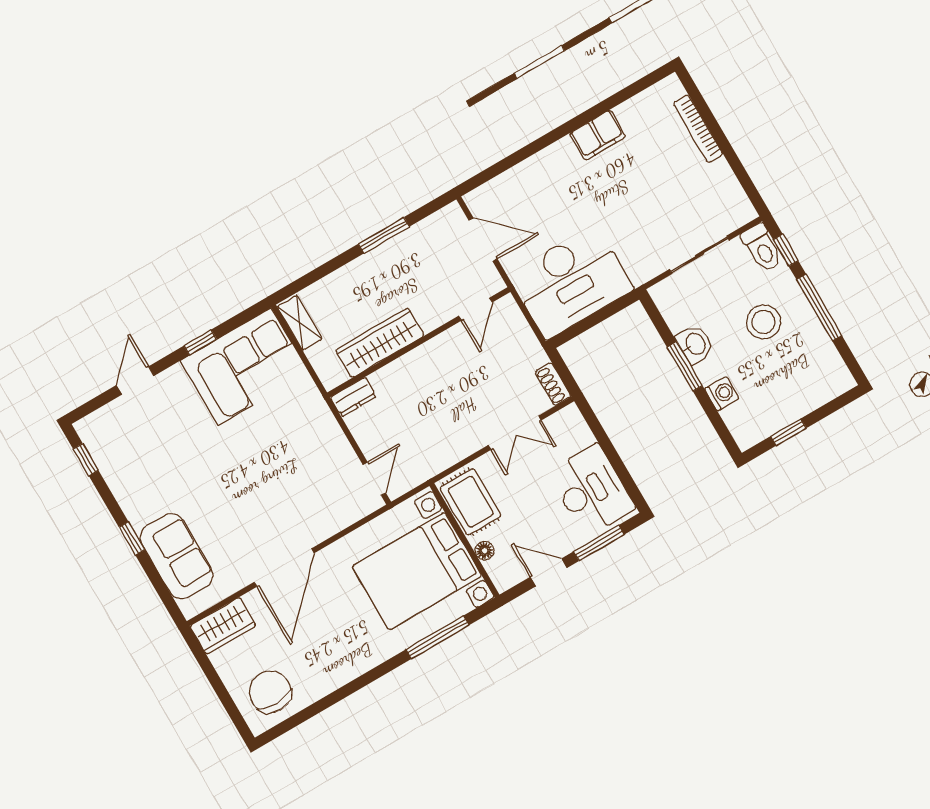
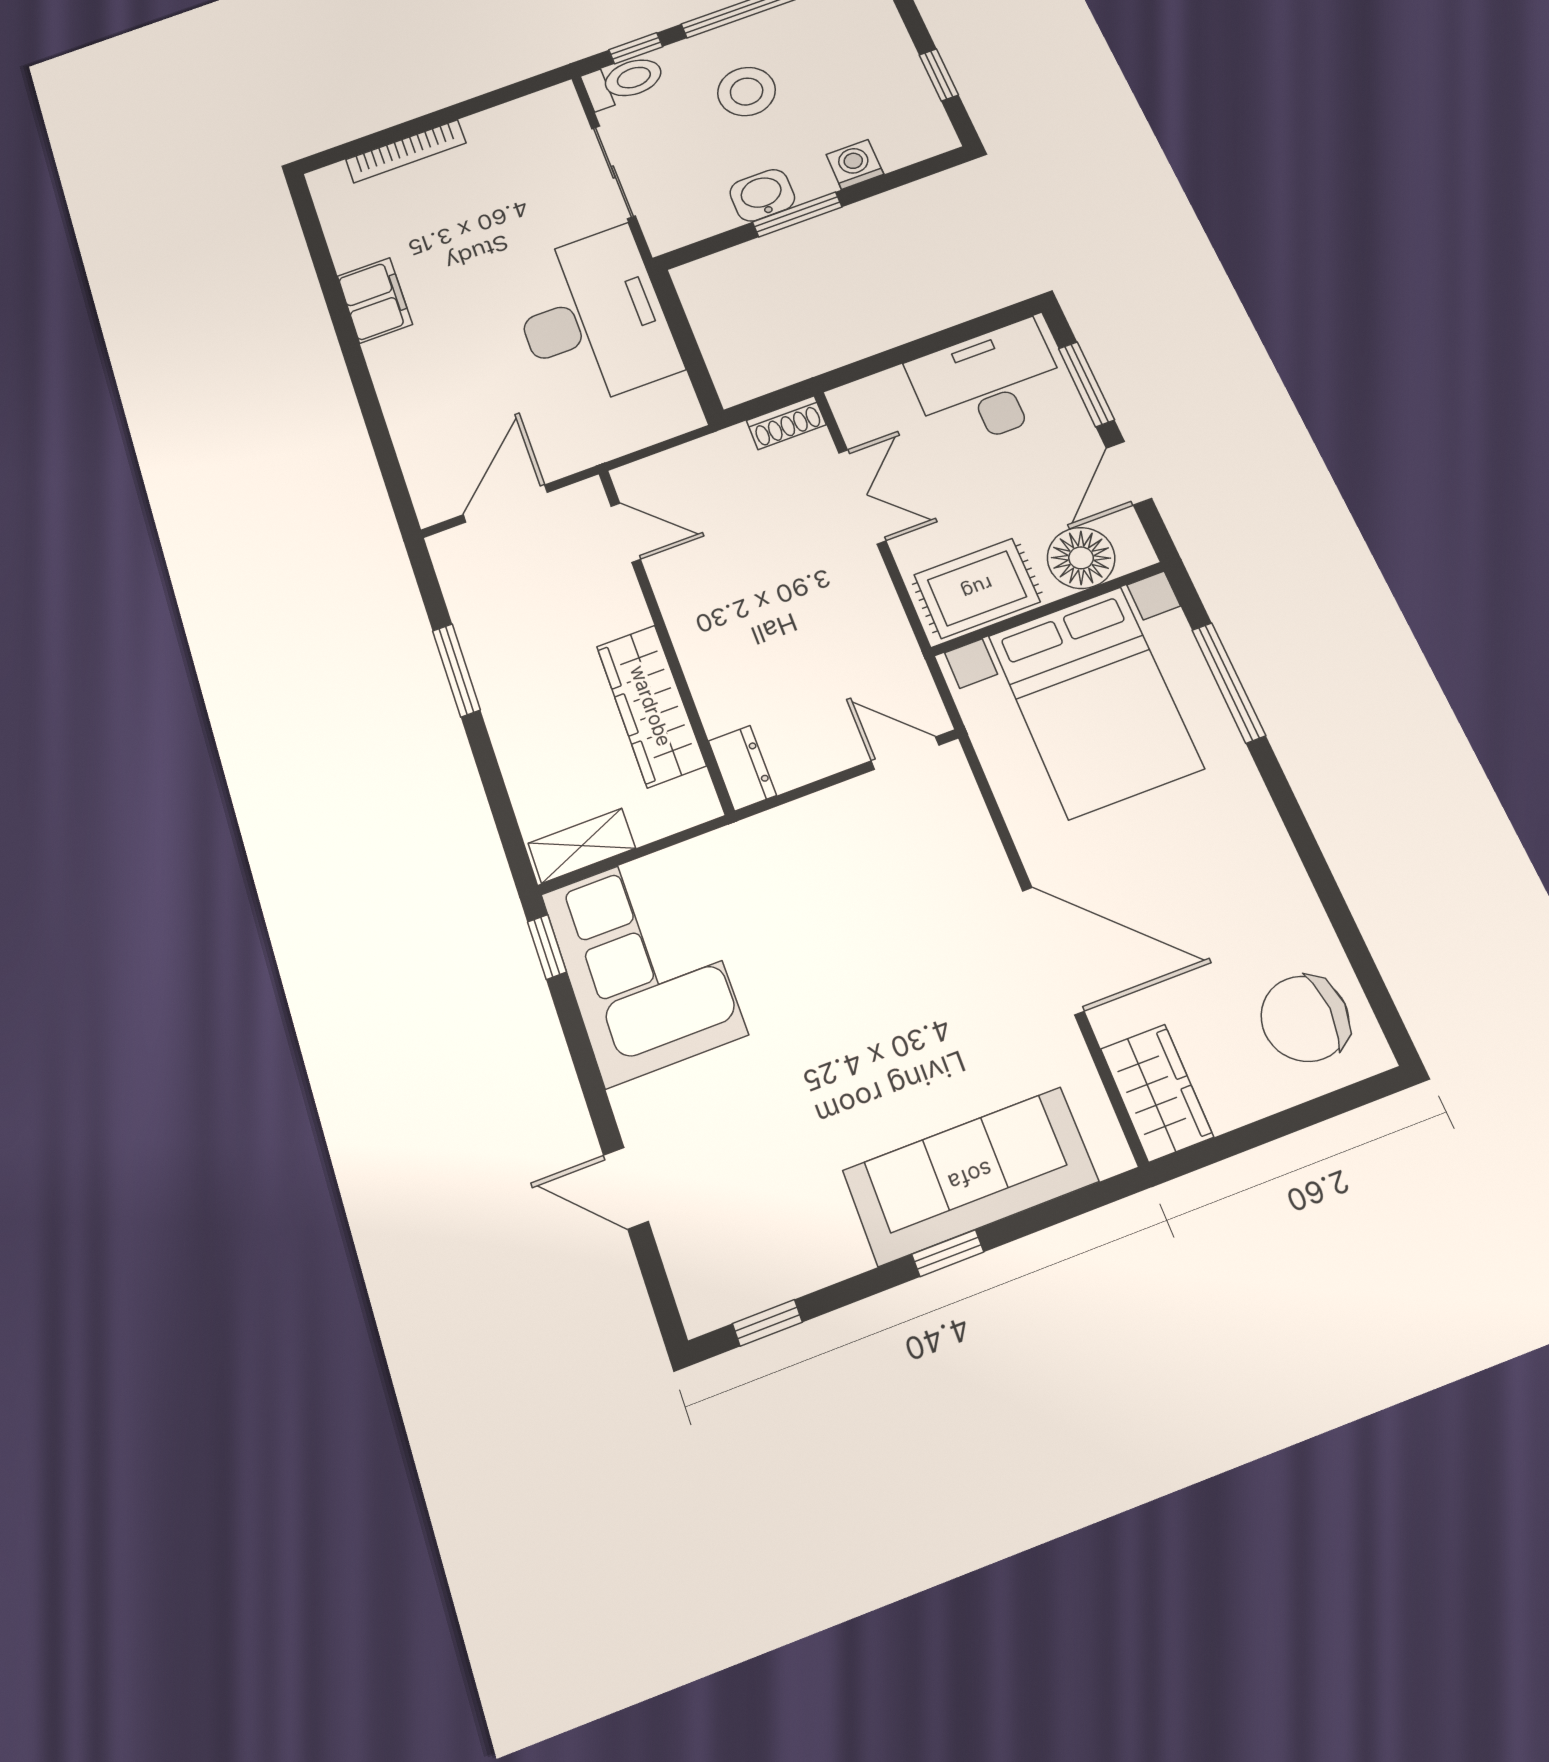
desk: (571, 282) -> (593, 318), moved
window: (200, 342) -> (547, 947), moved
floor lamp: (485, 551) -> (1081, 558), width x1.89, depth x1.89
sofa: (176, 556) -> (970, 1176), width x1.36

